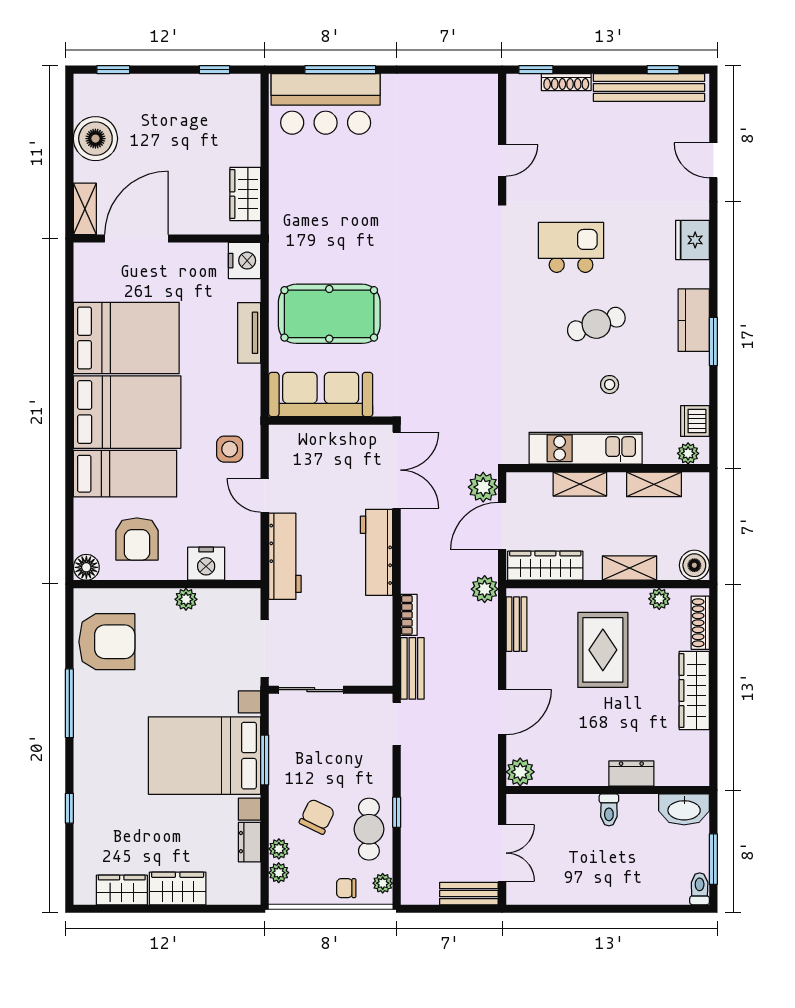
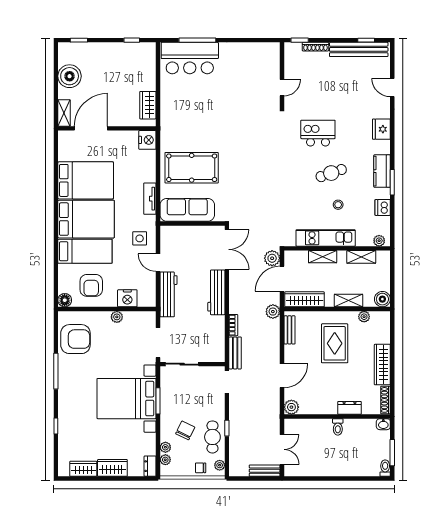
tv unit: (249, 333) -> (150, 199), moved
dishwasher: (695, 421) -> (383, 207), moved
shoe rack: (700, 623) -> (386, 400), moved
washbasin: (684, 809) -> (383, 424), width x0.52, depth x0.69
dresser: (250, 842) -> (150, 466), moved

